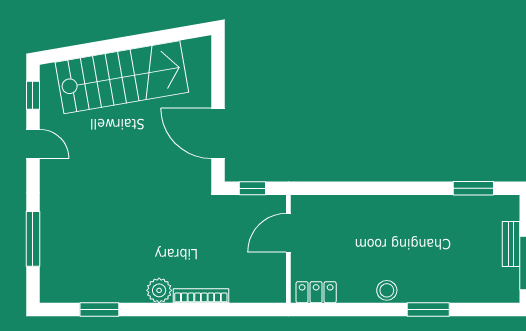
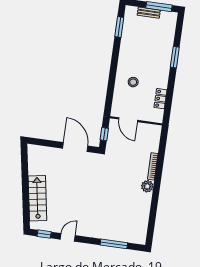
stairs: (122, 77) -> (37, 198), width x0.73, depth x0.66
door: (218, 133) -> (75, 147), swing flipped
stool: (387, 290) -> (133, 82), moved
locker: (316, 292) -> (161, 99), moved
window: (99, 309) -> (152, 216), removed

